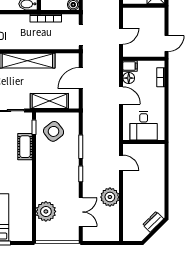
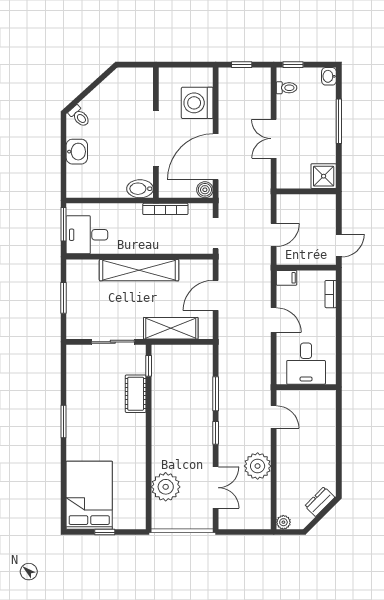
floor lamp: (129, 78) -> (285, 295), removed
side table: (54, 131) -> (177, 372), removed
plant: (128, 236) -> (283, 522), added

